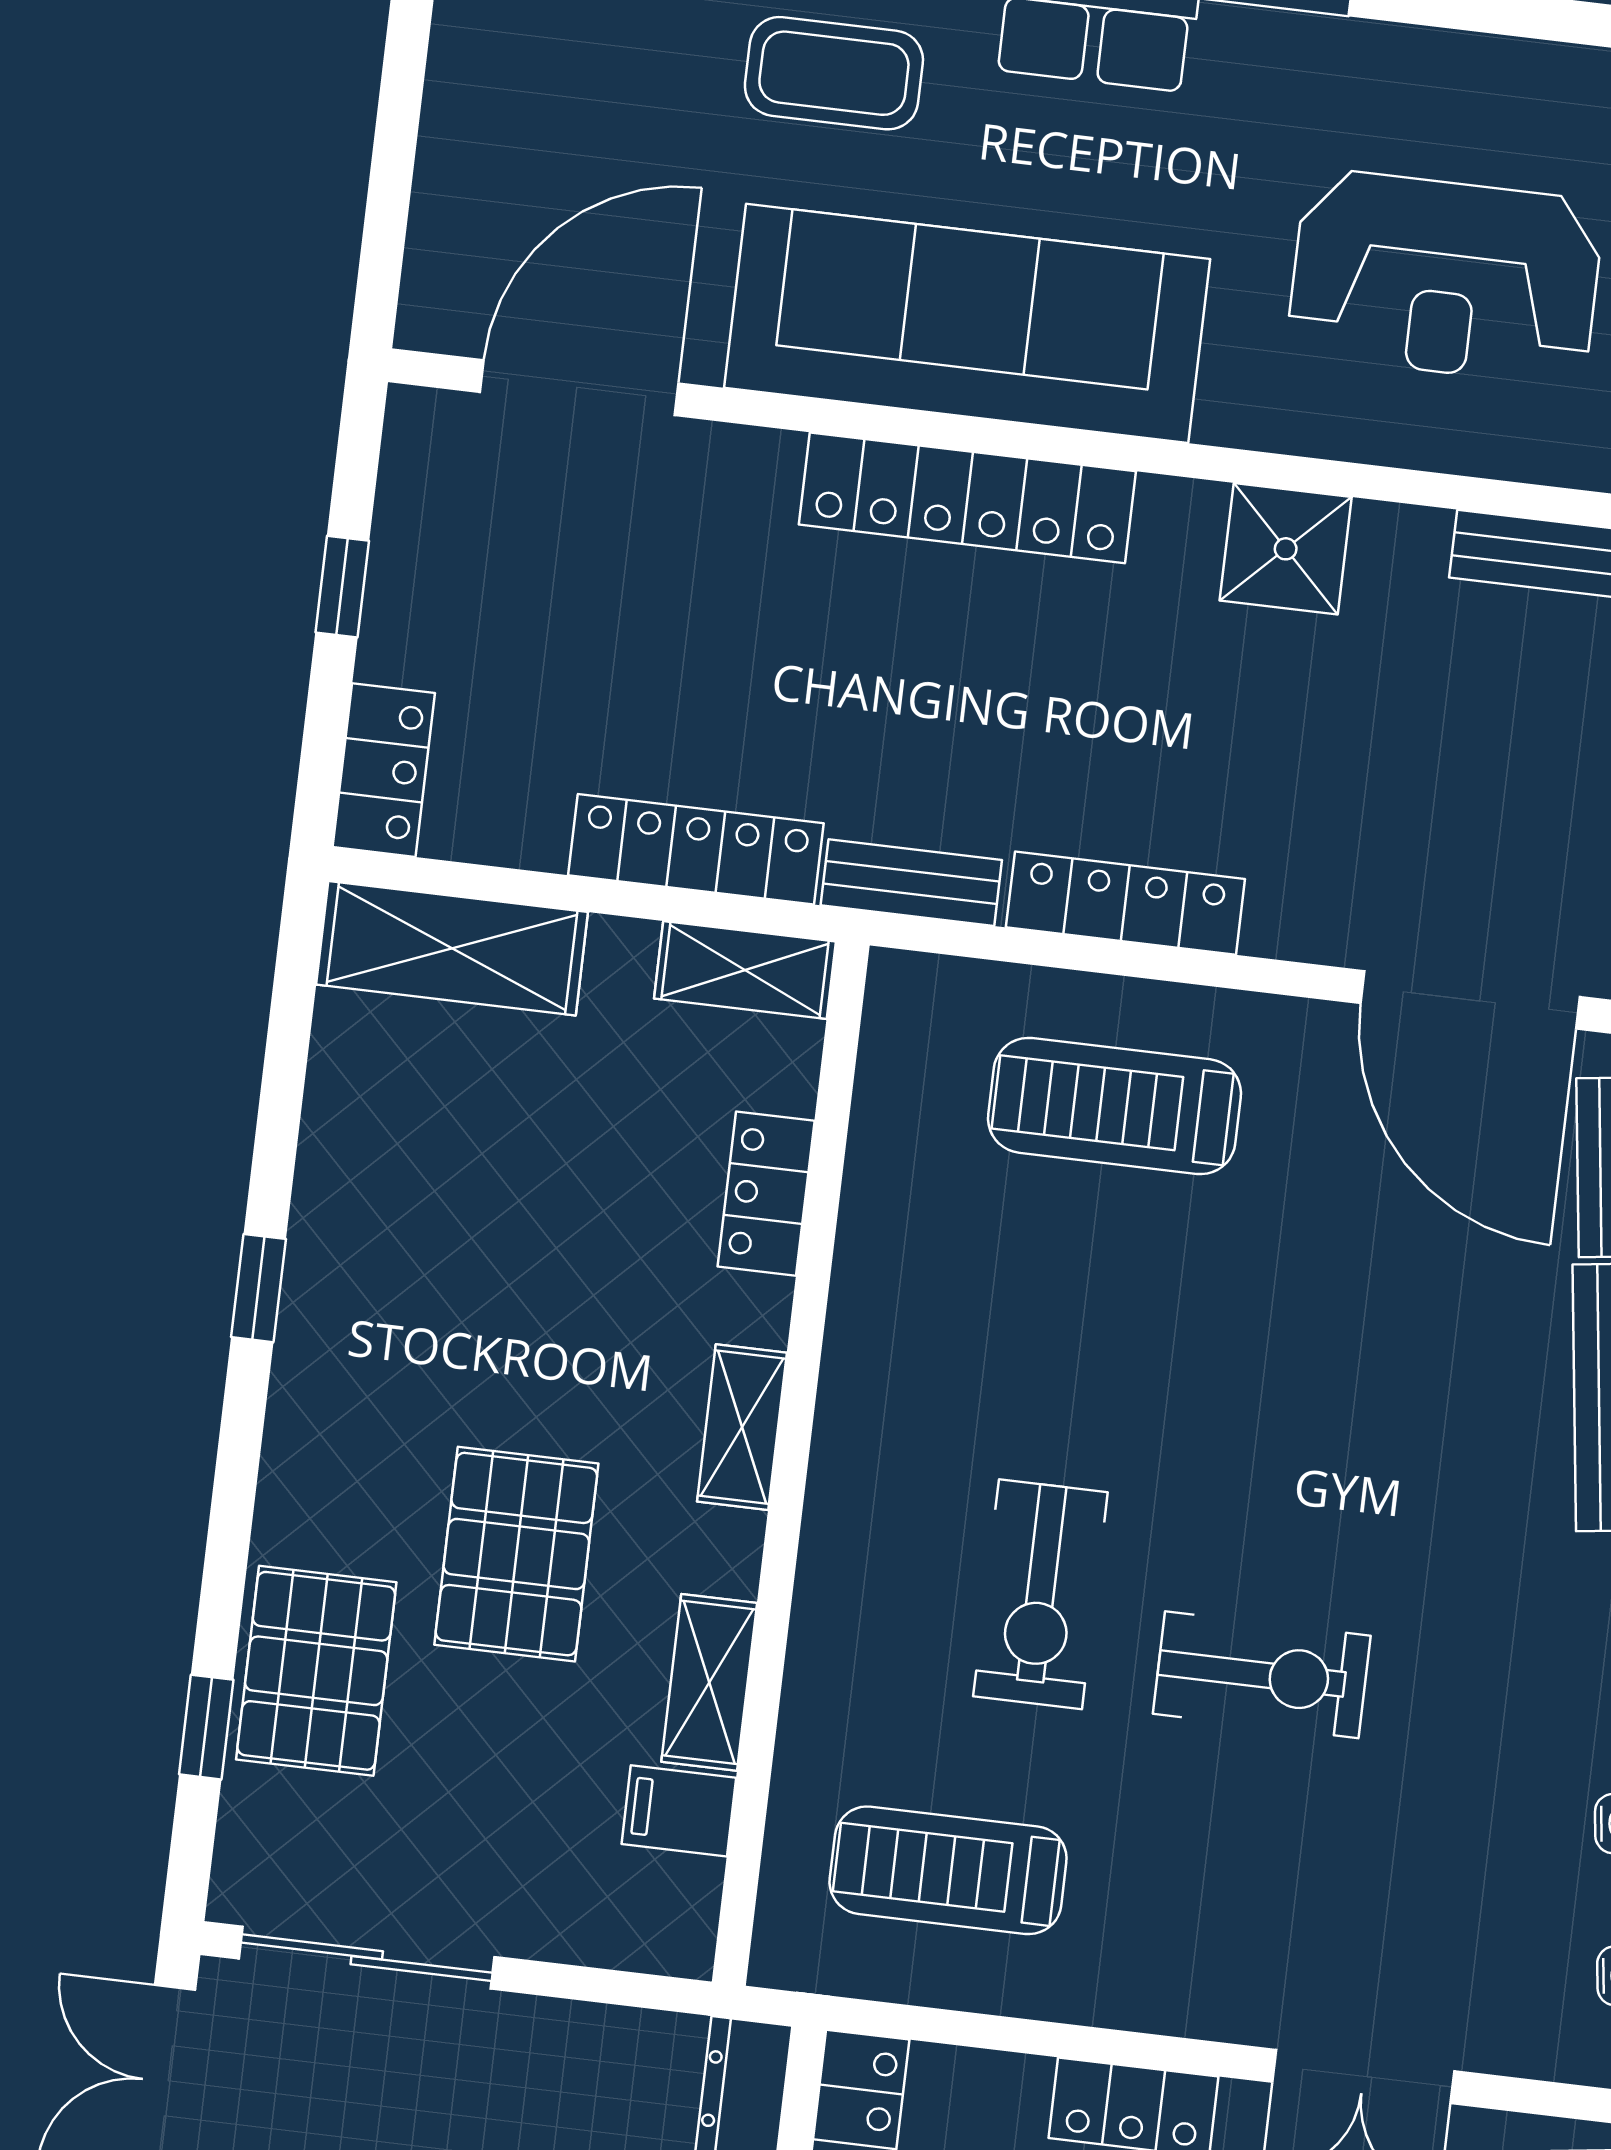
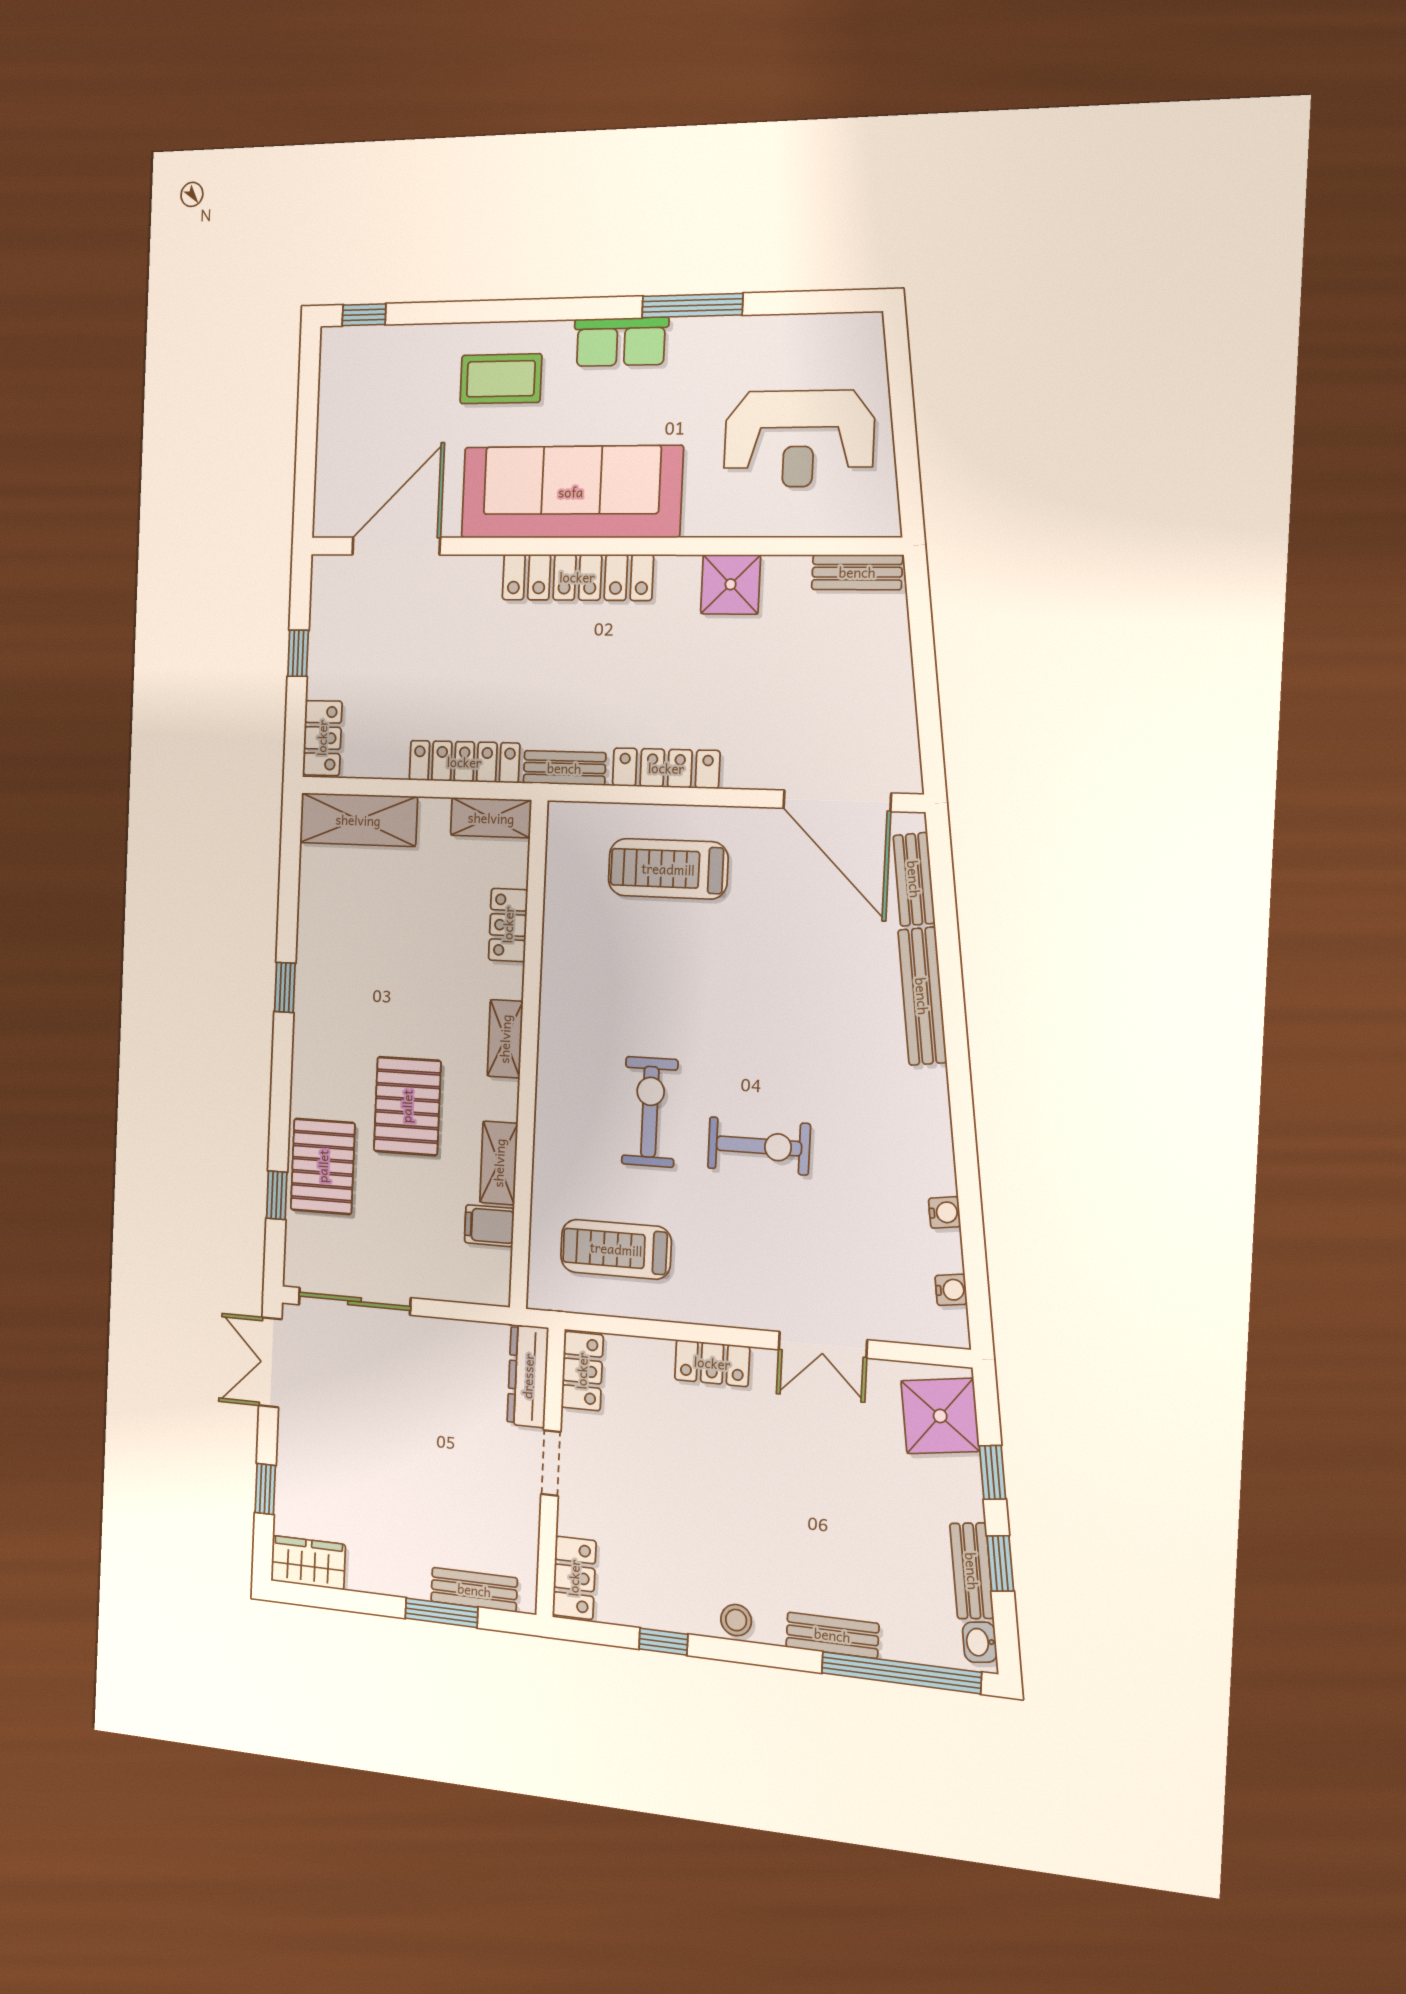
exercise bike: (1040, 1594) -> (650, 1112), turned 180

